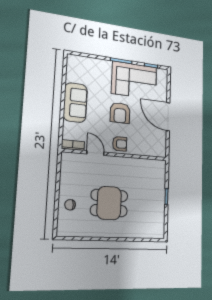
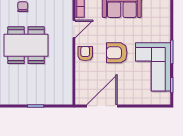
door: (168, 117) -> (102, 106), moved
armchair: (120, 144) -> (85, 54), turned 180
dining table: (109, 203) -> (26, 45), width x1.38

